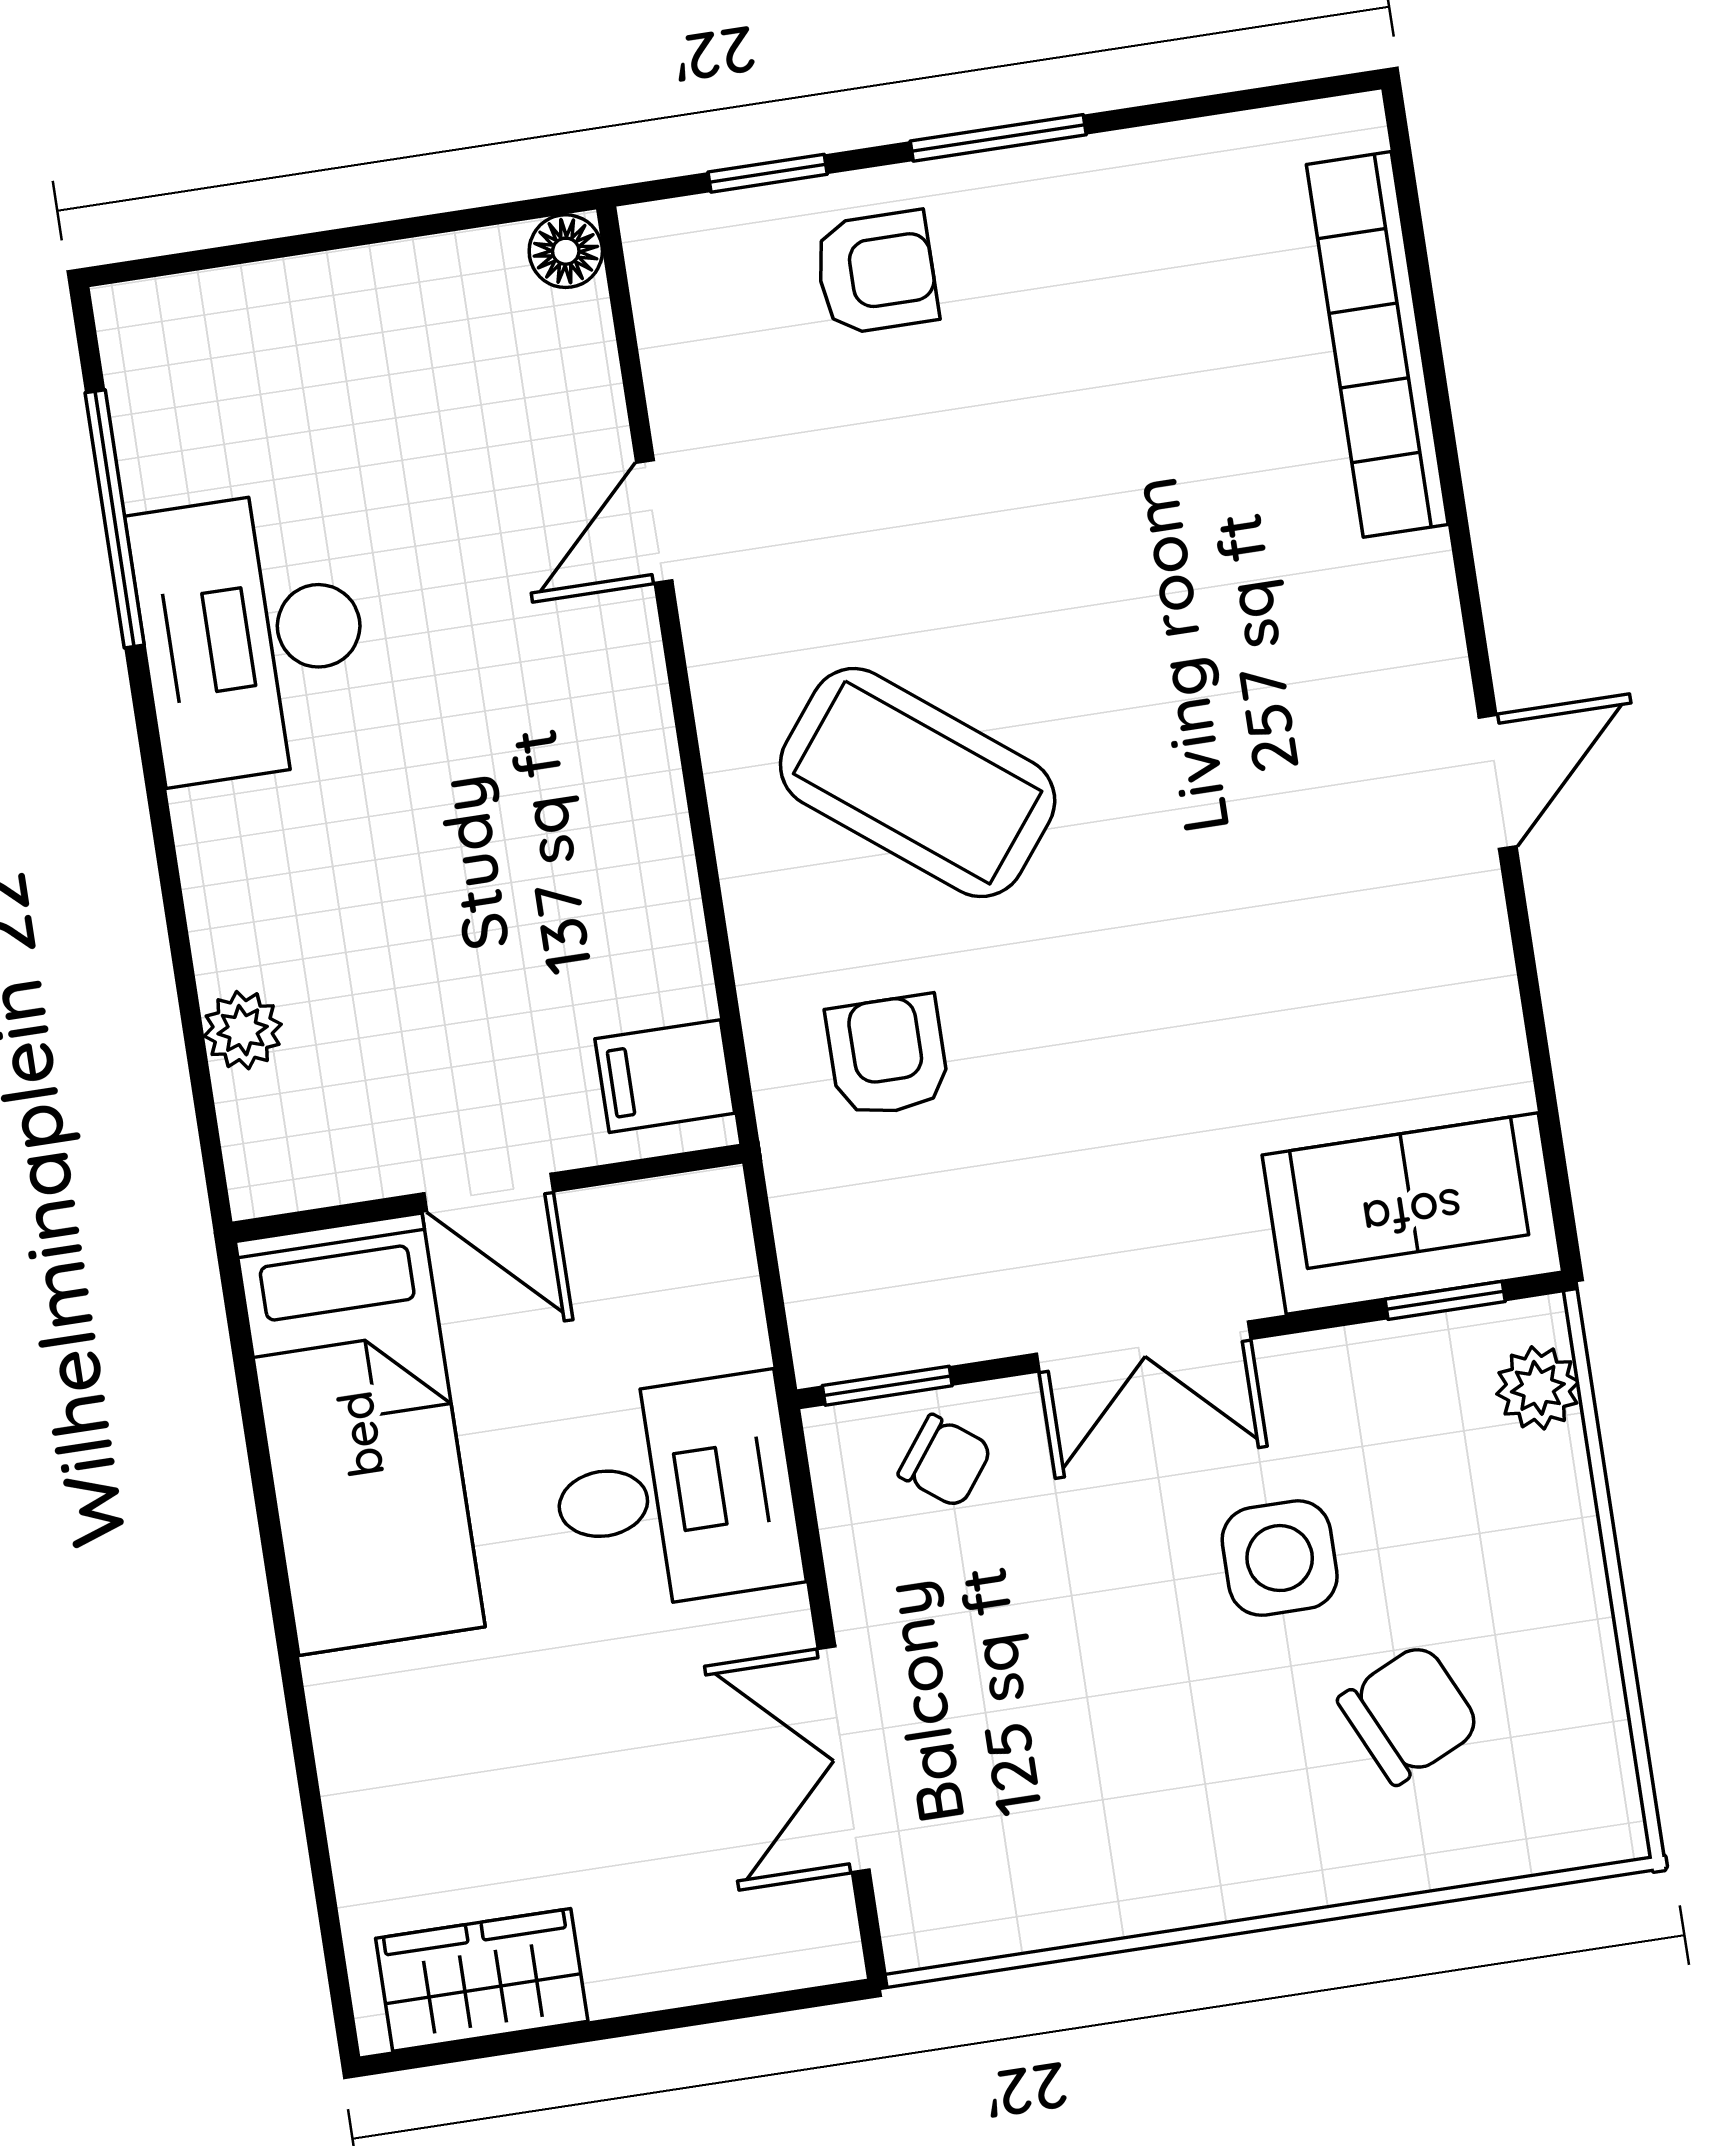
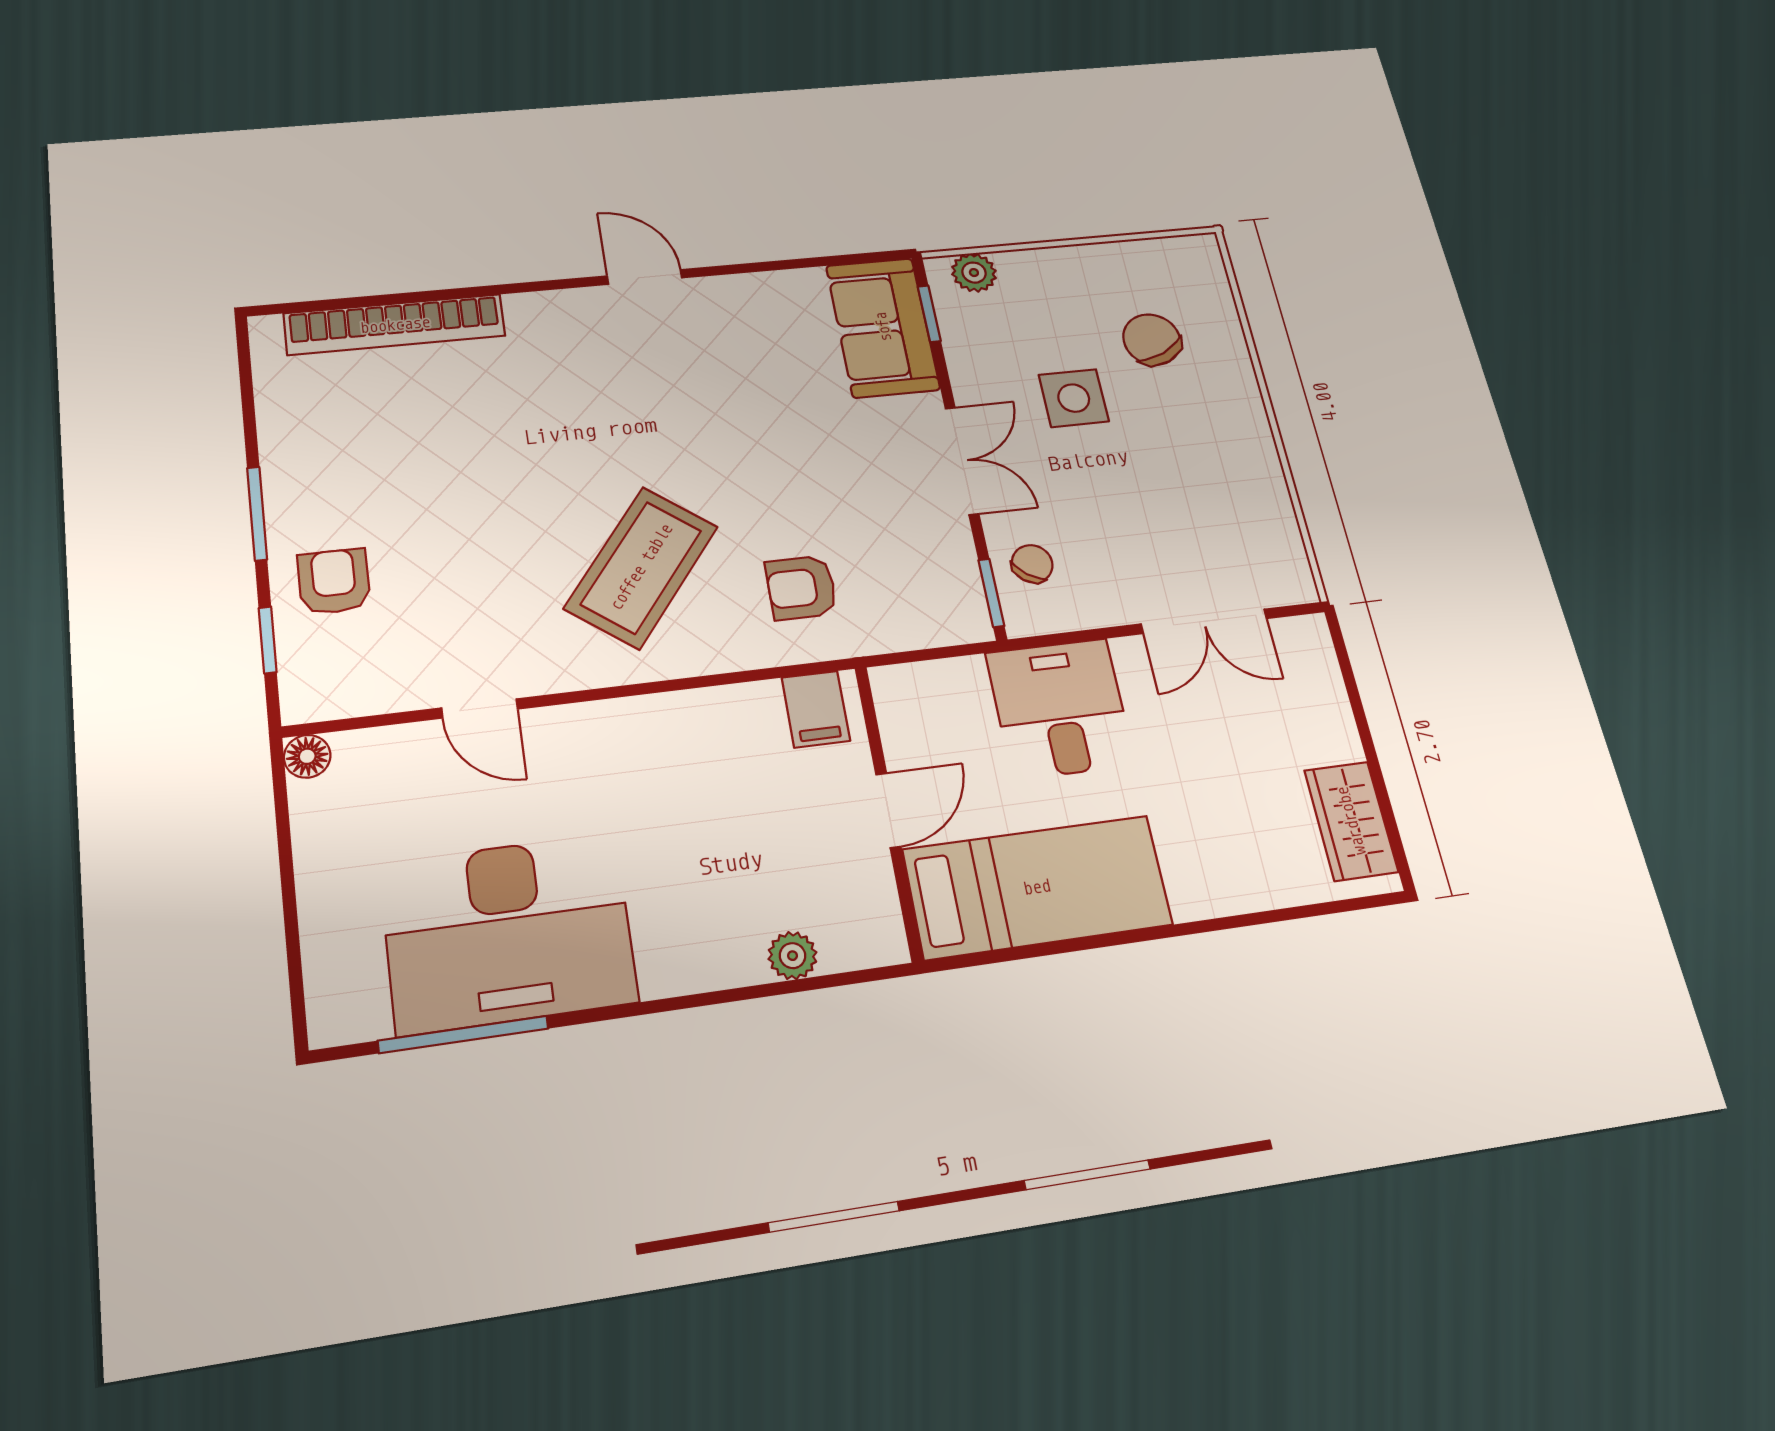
desk: (252, 636) -> (508, 933), width x1.36, depth x1.30

